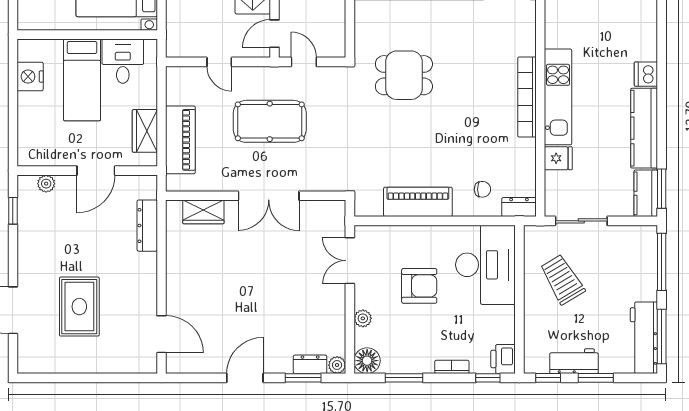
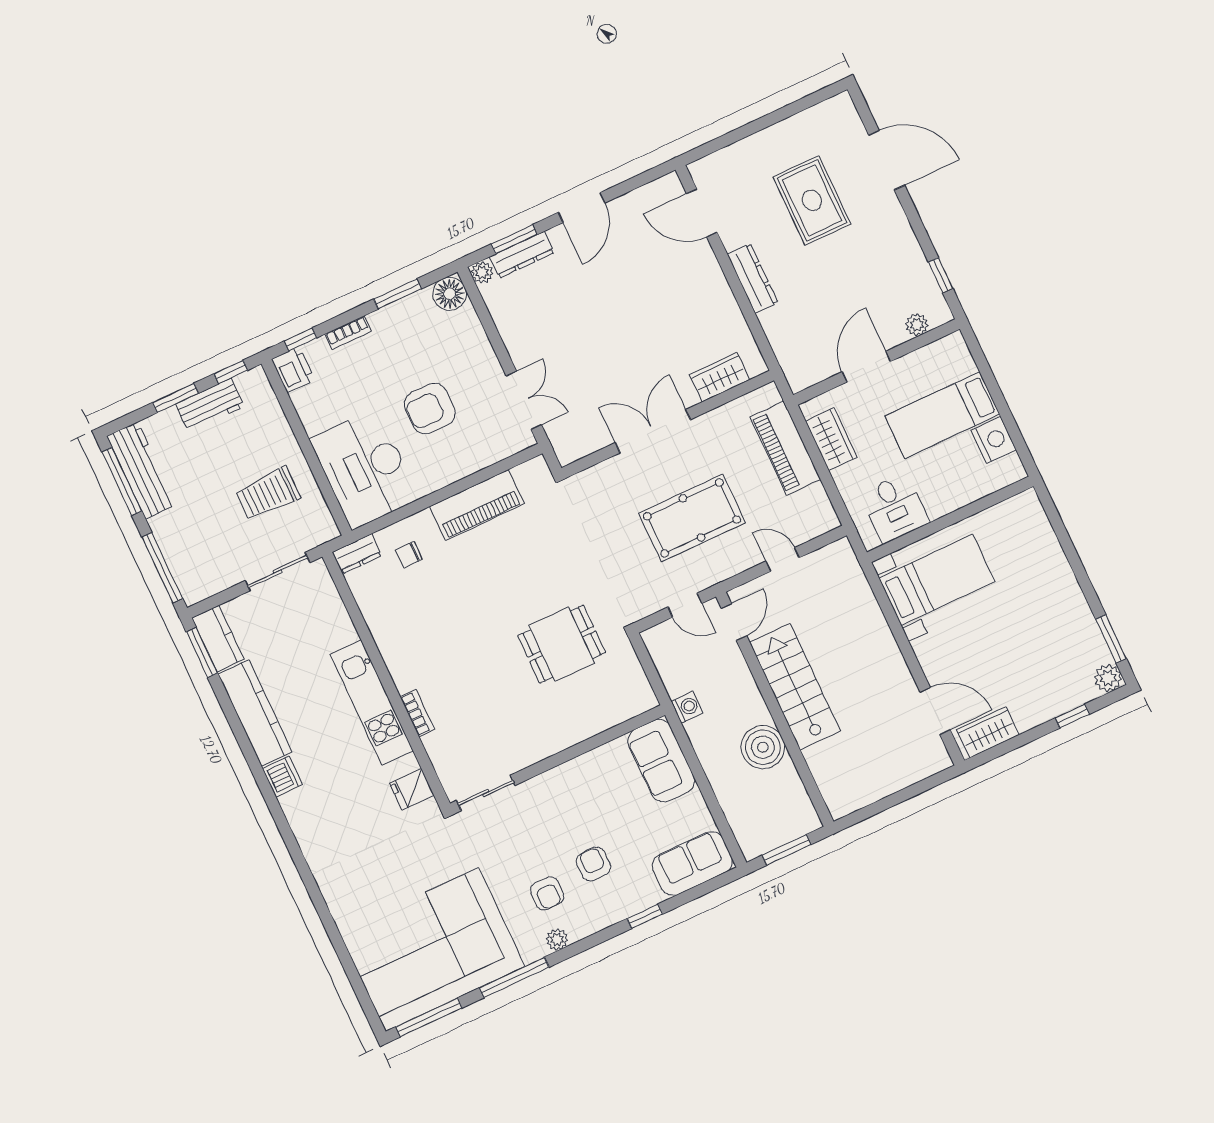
bed: (82, 80) -> (942, 415), moved, turned -90
bookcase: (527, 97) -> (417, 713), width x0.43, depth x0.76
fridge: (558, 158) -> (412, 789), moved
dresser: (147, 226) -> (753, 279), moved
trolley: (562, 279) -> (268, 494), turned 121
plant: (363, 318) -> (477, 340), removed
dresser: (310, 364) -> (522, 255), width x1.44

